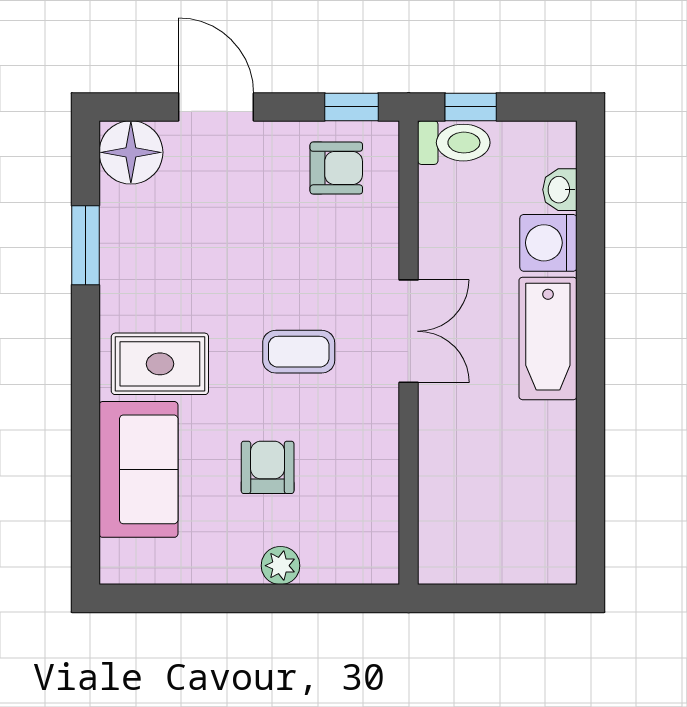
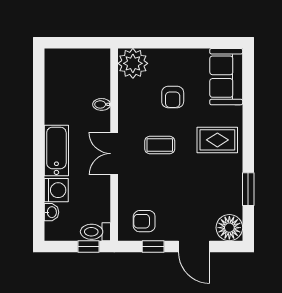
window: (351, 107) -> (153, 247), moved
bidet: (439, 450) -> (102, 104), added
sofa: (138, 469) -> (226, 77), moved
plant: (280, 566) -> (133, 63), moved, width x1.88, depth x1.88

